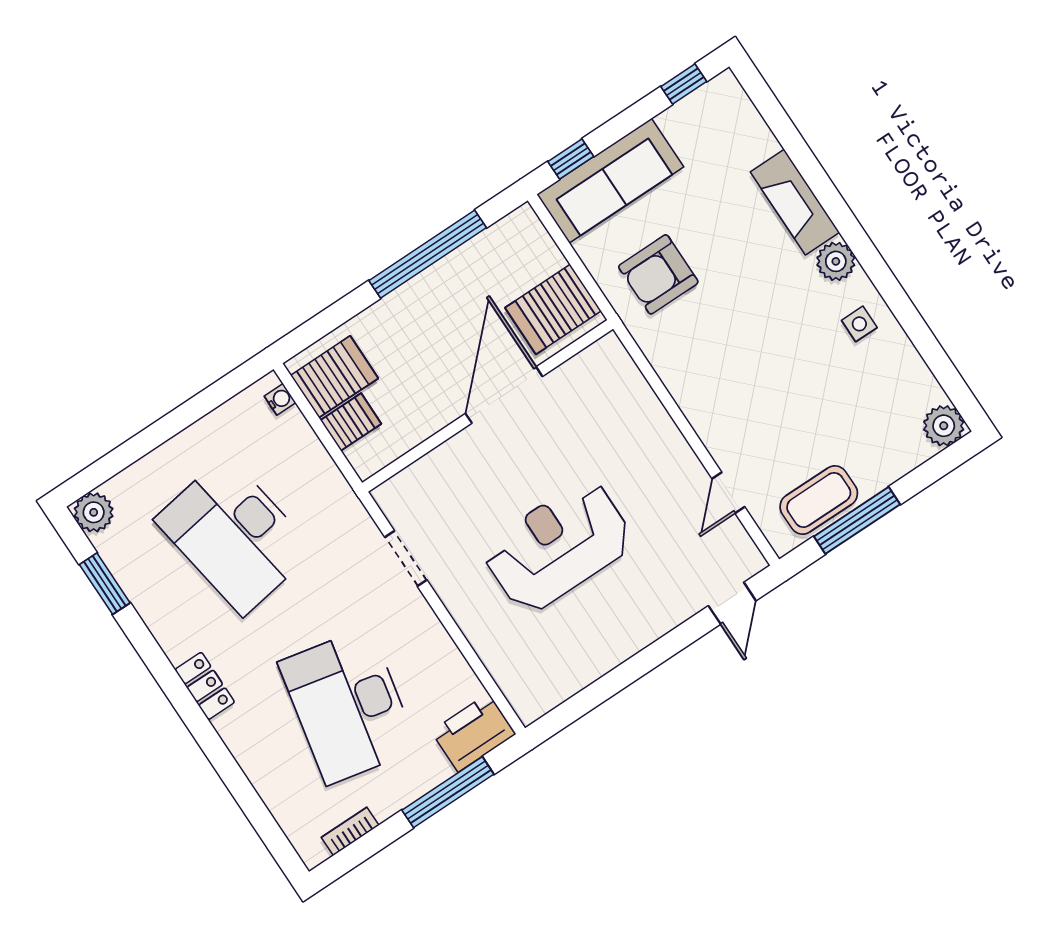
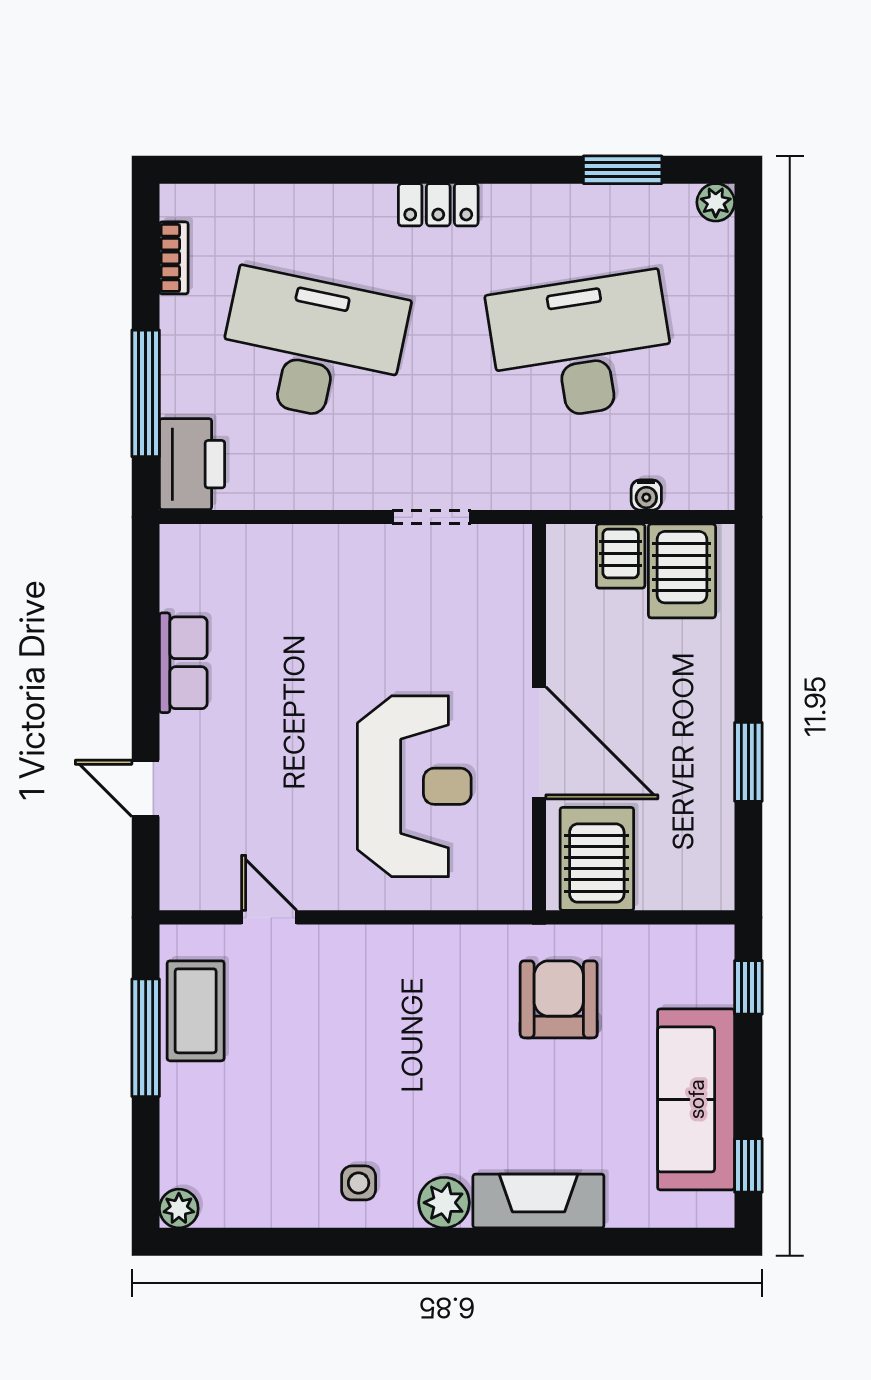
sofa: (610, 181) -> (696, 1099), moved
window: (428, 254) -> (748, 762), width x0.47
water cooler: (280, 399) -> (646, 495), moved
plant: (944, 426) -> (179, 1209), width x0.73, depth x0.73
plant: (94, 512) -> (716, 202), width x0.73, depth x0.73
reception desk: (558, 546) -> (414, 786), moved
door: (732, 603) -> (146, 788), moved
row of seats: (603, 655) -> (183, 663), added

